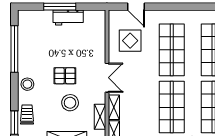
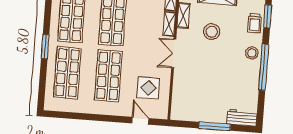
workbench: (68, 17) -> (242, 118), moved
window: (14, 49) -> (264, 67), moved
pallet: (65, 76) -> (215, 58), removed

